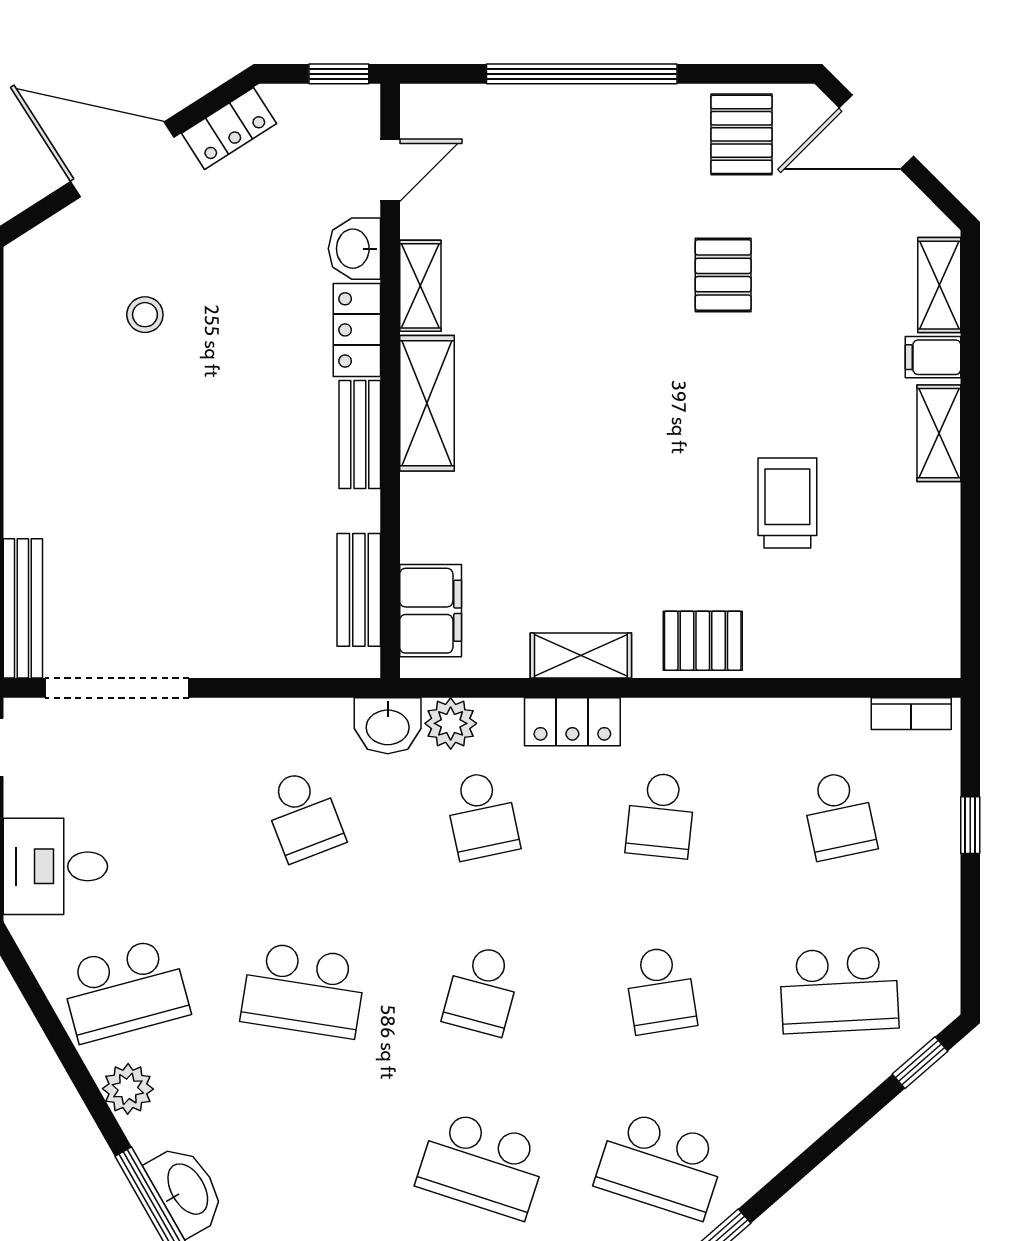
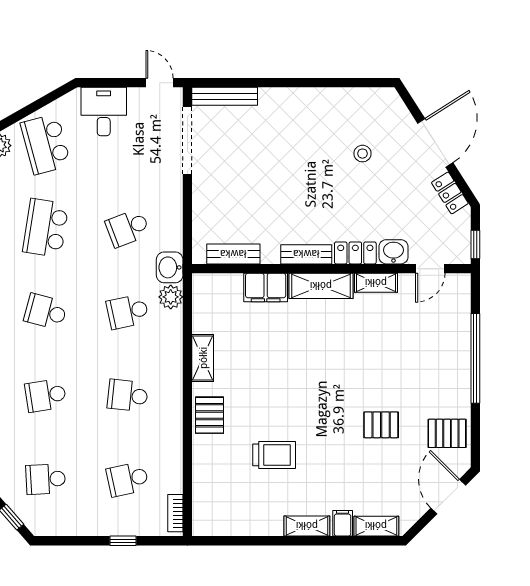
door: (390, 170) -> (430, 269), hinge flipped
filing cabinet: (431, 611) -> (266, 288), moved
locker: (572, 722) -> (172, 354), removed
school desk: (839, 990) -> (46, 479), width x0.54

